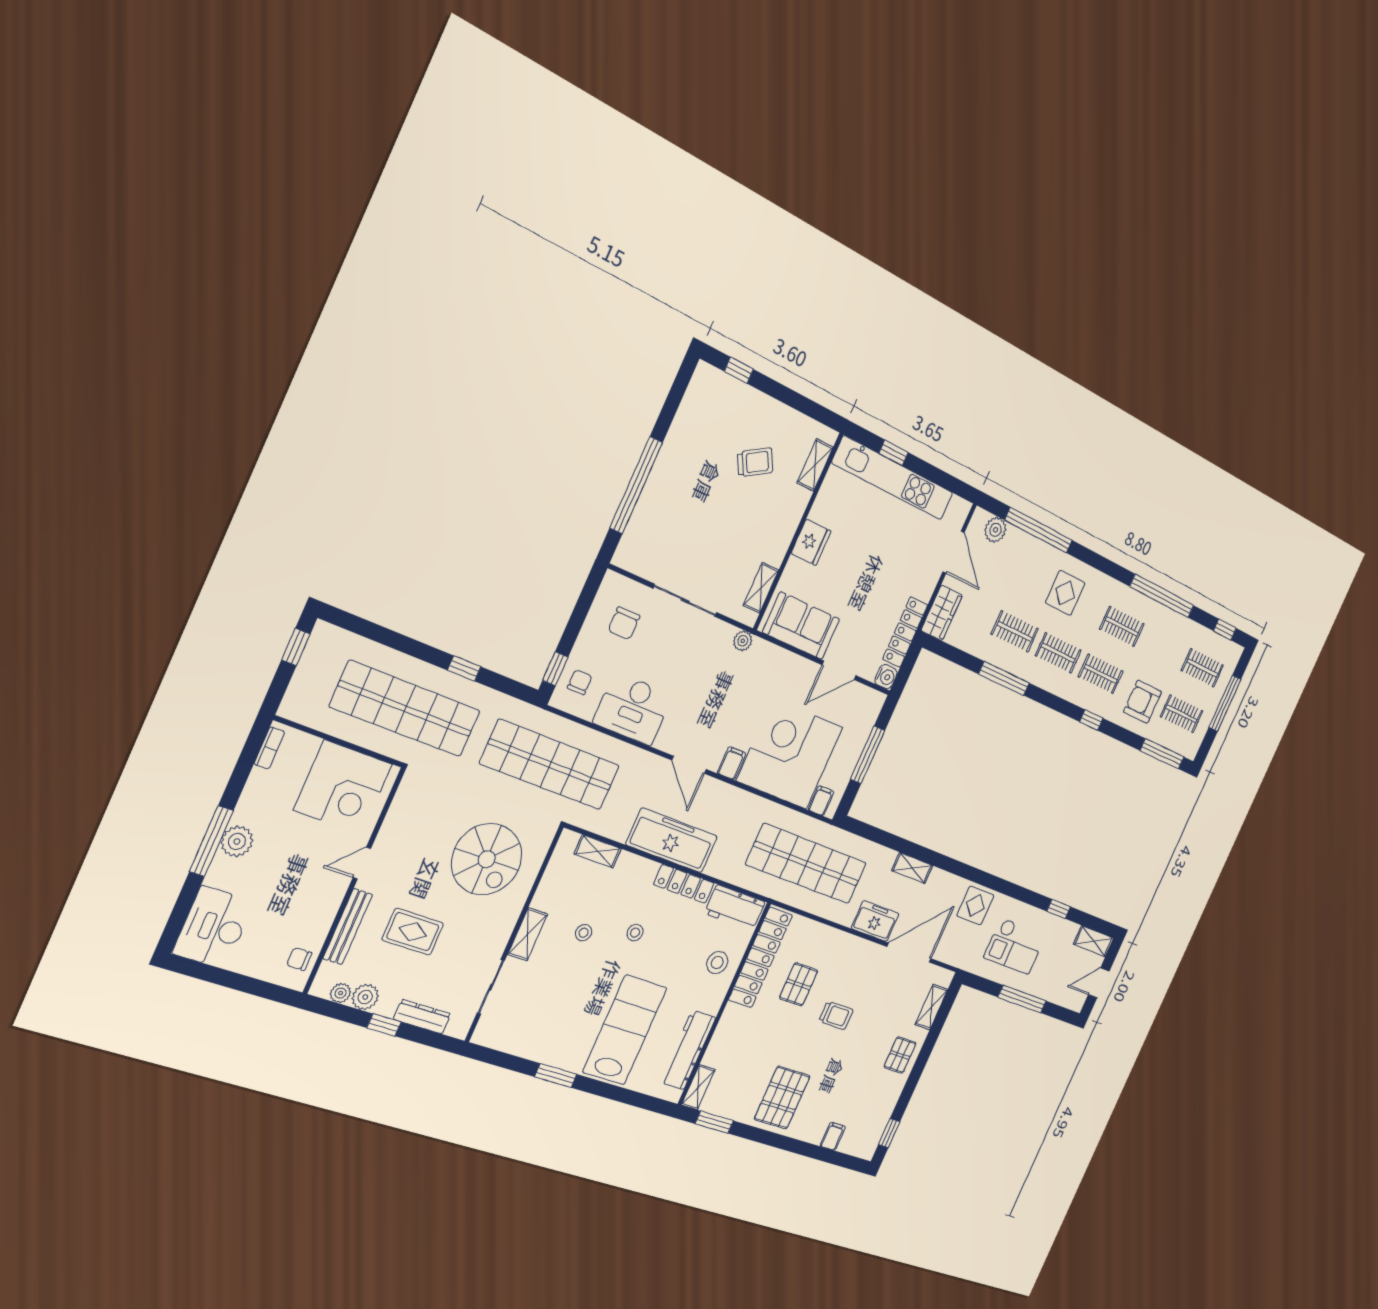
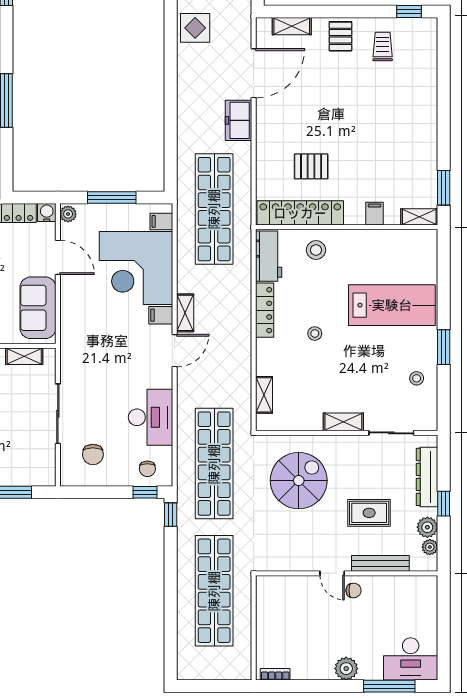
chair: (624, 623) -> (93, 454), turned 90
plant: (743, 641) -> (68, 214), moved
window: (296, 647) -> (201, 686), removed
window: (464, 668) -> (171, 515), moved
chair: (580, 682) -> (147, 469), turned -90
corner desk: (343, 787) -> (284, 611), removed
freezer: (672, 840) -> (236, 337), removed
window: (211, 841) -> (389, 686), moved
shelving: (912, 868) -> (185, 313), moved
rug: (413, 932) -> (369, 513), turned 90
stool: (584, 933) -> (417, 378), moved
door: (909, 953) -> (254, 73), swing flipped
chair: (299, 959) -> (354, 590), moved, turned -90
trolley: (836, 1015) -> (383, 47), moved
dresser: (422, 1017) -> (427, 477), width x1.37, depth x1.24
lab bench: (625, 1030) -> (392, 305), turned 180
workbench: (688, 1050) -> (392, 241), removed
pallet: (900, 1055) -> (340, 36), turned 90
pallet: (782, 1098) -> (407, 134), removed
filing cabinet: (833, 1136) -> (374, 214), moved, turned 90

